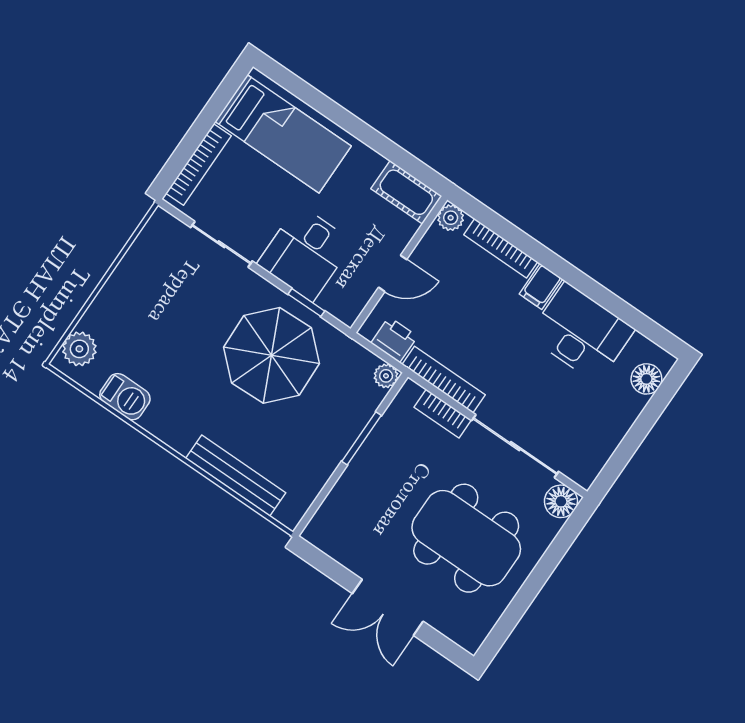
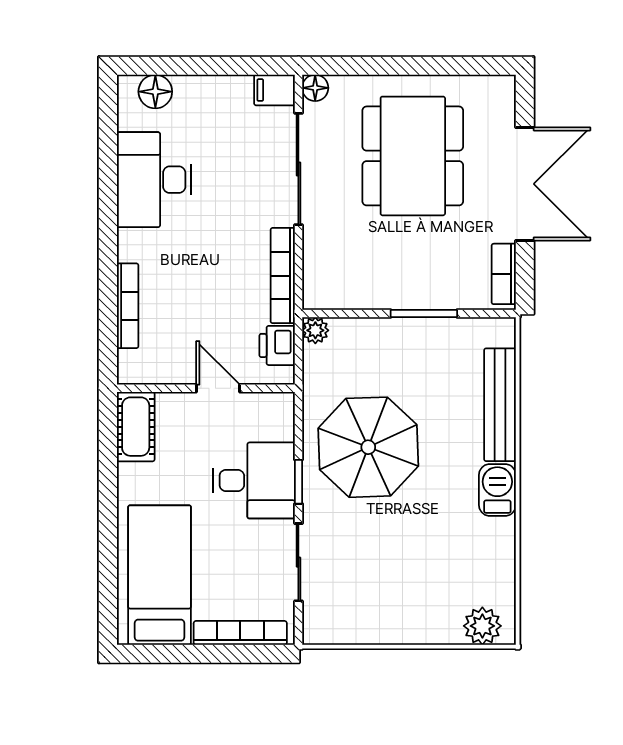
plant: (451, 218) -> (131, 370), removed
filing cabinet: (541, 286) -> (275, 90), moved, turned 180
window: (306, 303) -> (298, 482), moved
barbecue: (125, 397) -> (497, 490), moved
bookcase: (443, 414) -> (504, 274), moved, turned 180
window: (362, 438) -> (424, 313), moved
floor lamp: (561, 501) -> (315, 88), width x0.73, depth x0.73
double door: (388, 607) -> (525, 184), width x1.37

